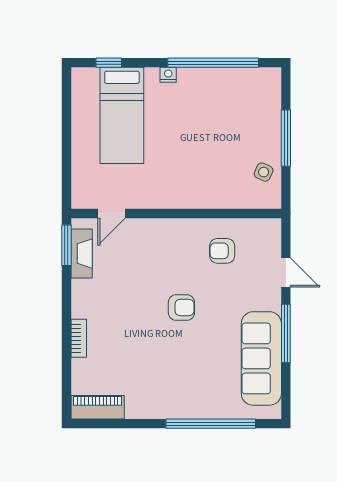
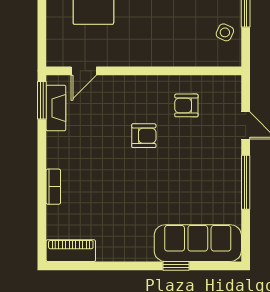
armchair: (181, 308) -> (144, 136), moved
sofa: (261, 358) -> (198, 243), moved, turned 90
window: (211, 424) -> (176, 266), width x0.32

